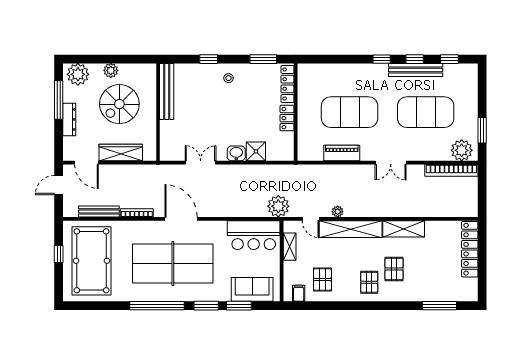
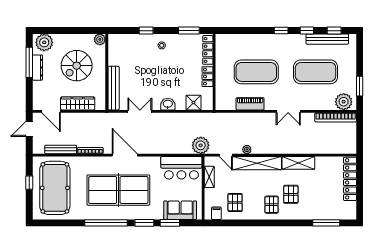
plant: (111, 70) -> (100, 39), moved
bench: (416, 70) -> (327, 39), moved
bench: (167, 91) -> (114, 88), moved
dresser: (69, 119) -> (37, 68), moved
shower: (256, 151) -> (194, 103), moved

